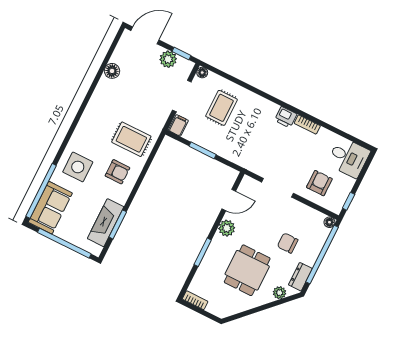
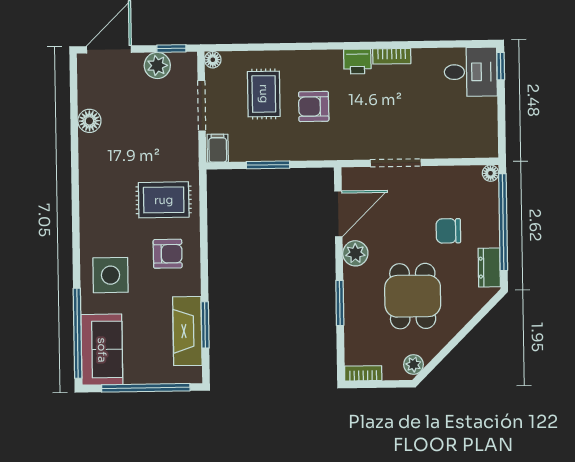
armchair: (319, 183) -> (314, 107), moved, turned -90
door: (229, 200) -> (338, 214), width x1.38
window: (349, 201) -> (501, 66), moved
plant: (280, 293) -> (413, 365), moved

